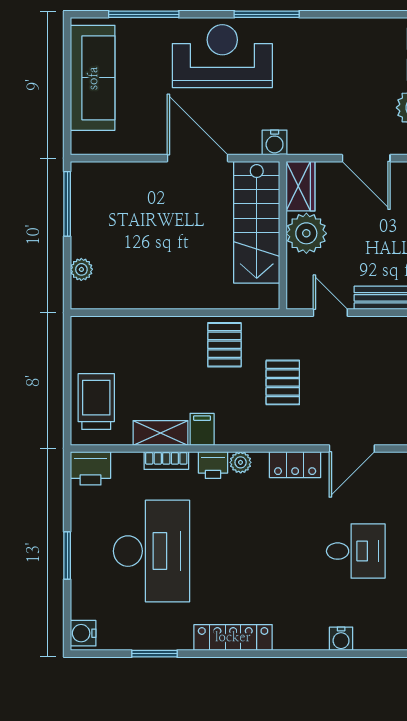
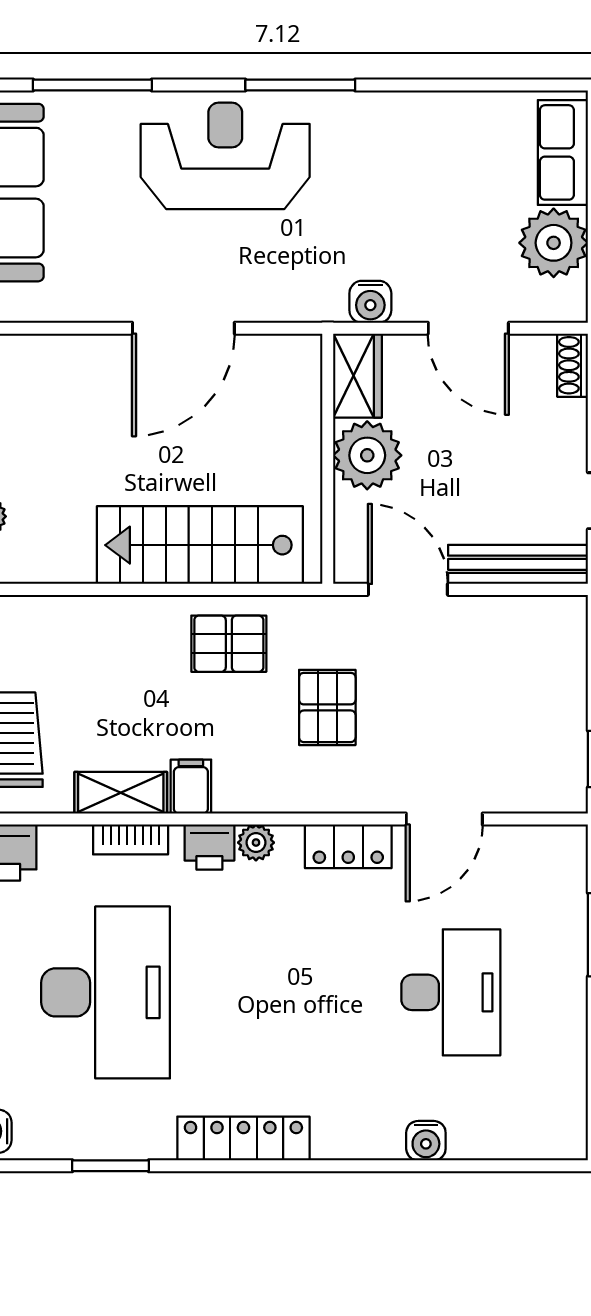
water cooler: (275, 142) -> (370, 302), moved
door: (198, 158) -> (183, 328), swing flipped
stairs: (257, 222) -> (200, 545), moved, turned 90
door: (330, 313) -> (408, 589), width x1.38
pallet: (224, 345) -> (229, 644), turned 90
desk: (356, 551) -> (451, 992), width x1.37

